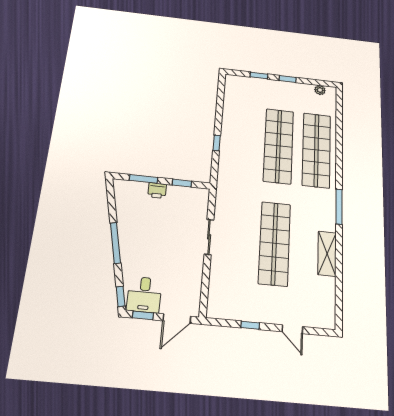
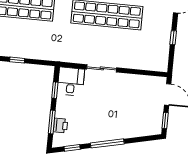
printer: (157, 190) -> (60, 126), moved
desk: (144, 295) -> (71, 81), moved, turned -90
window: (121, 296) -> (72, 148), moved

